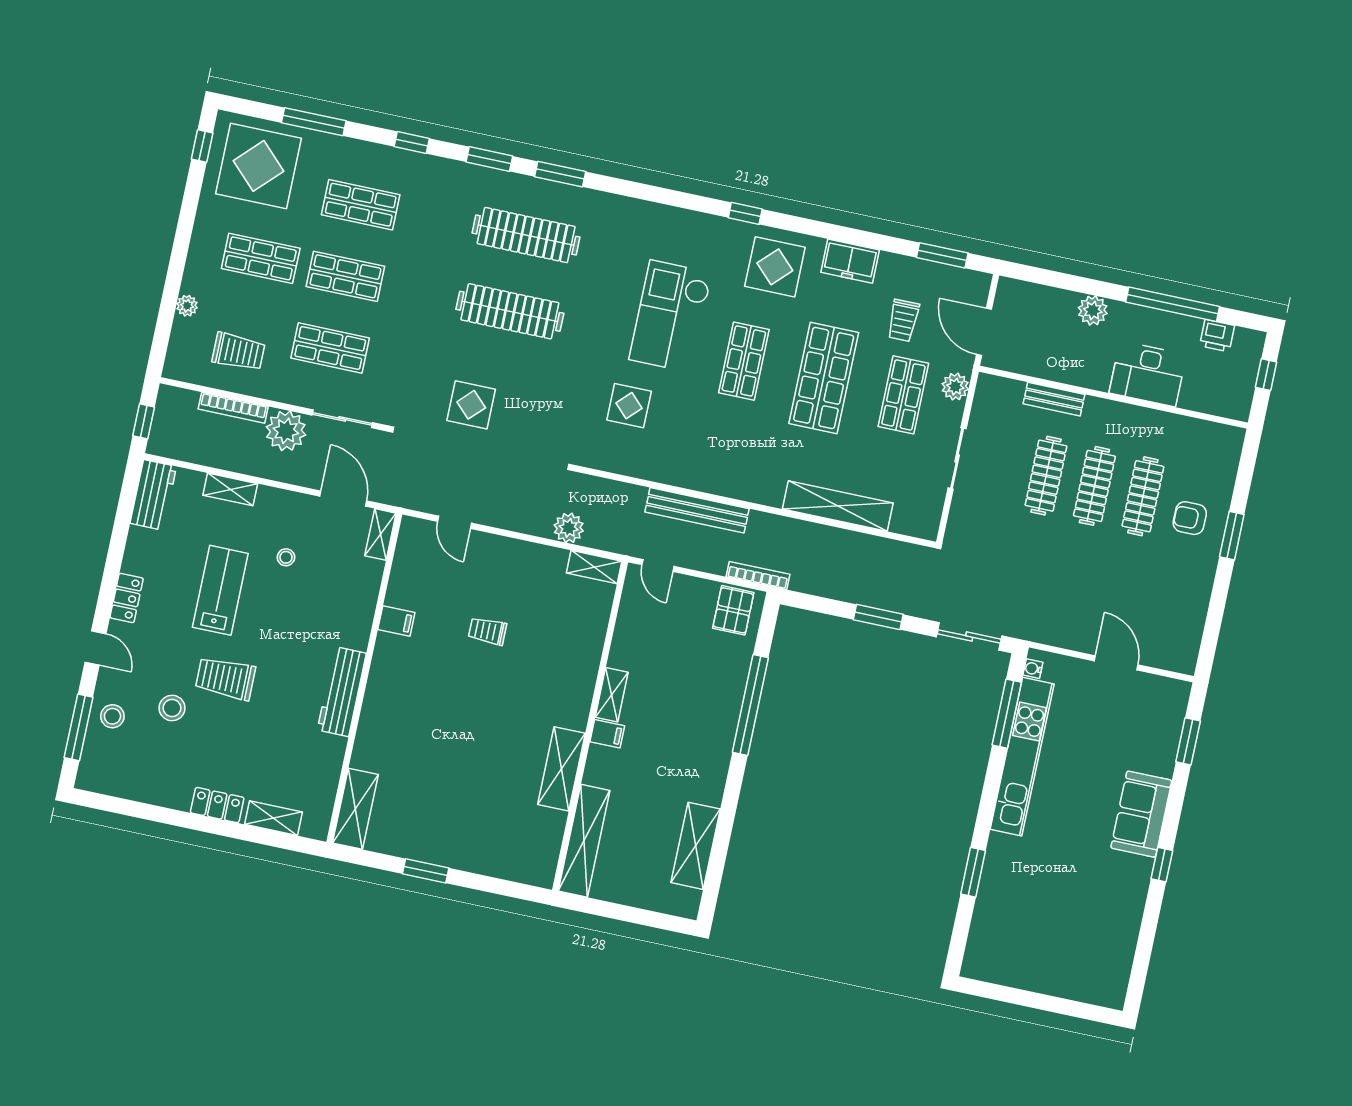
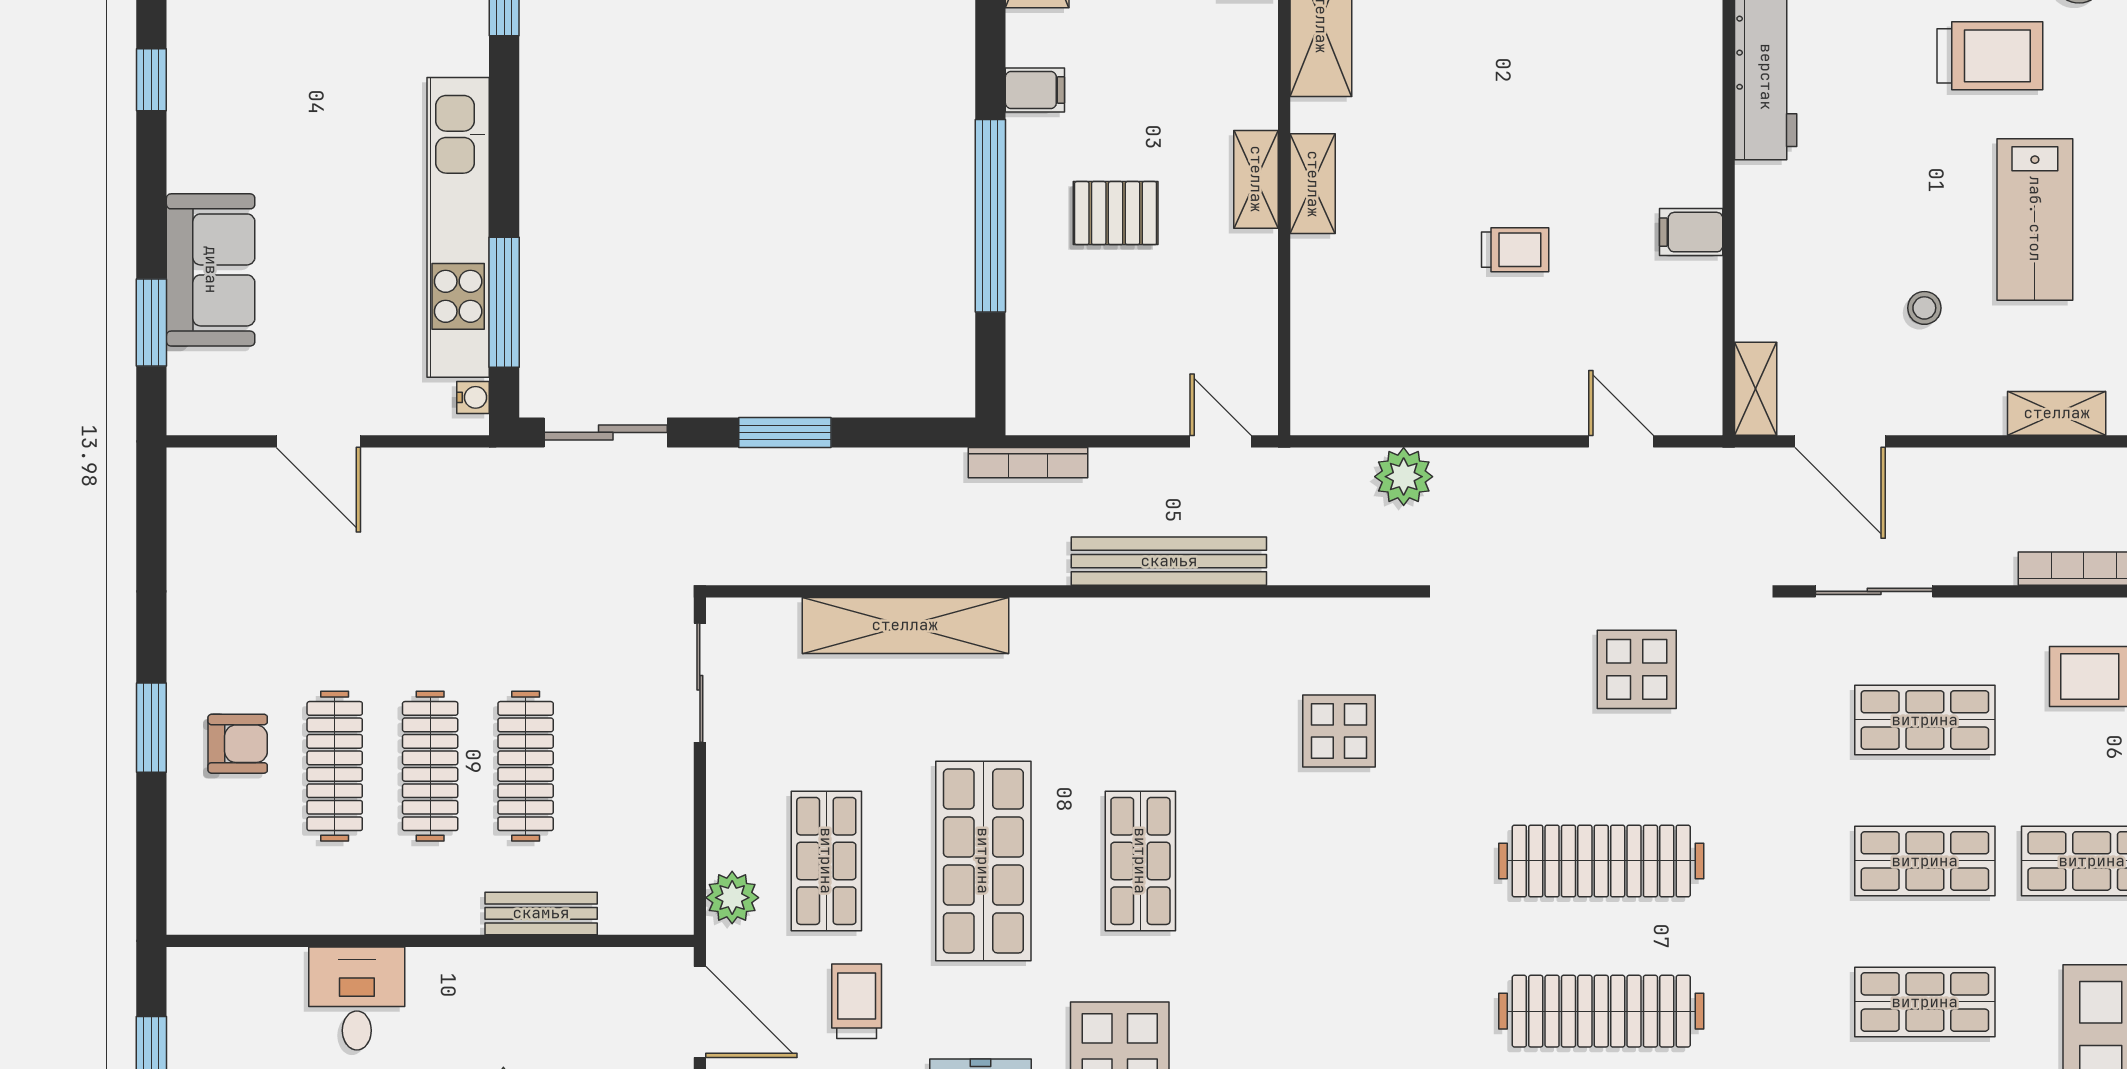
checkout: (671, 316) -> (1297, 916), removed
desk: (1148, 374) -> (357, 998), width x0.73
plant: (286, 431) -> (1975, 546), removed
sliding door: (957, 458) -> (700, 683), moved
shelving: (594, 567) -> (1313, 184), moved, turned 90
pallet: (733, 610) -> (1116, 213), moved, turned 90
filing cabinet: (607, 734) -> (1035, 90), moved, turned 180
sofa: (1141, 814) -> (211, 270), moved

